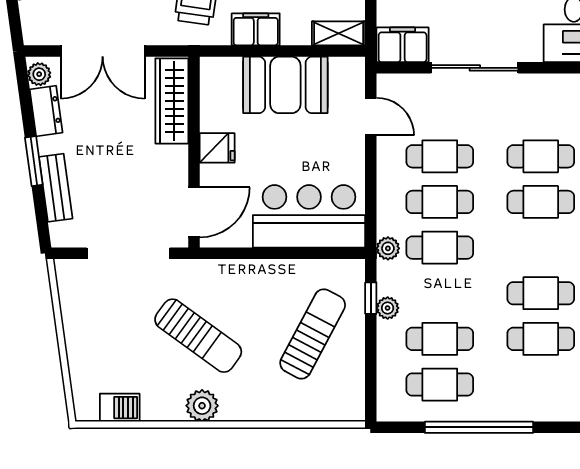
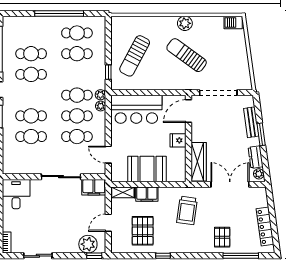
filing cabinet: (256, 29) -> (147, 194), moved
plant: (388, 308) -> (101, 106), moved
barbecue: (120, 408) -> (233, 22), moved

